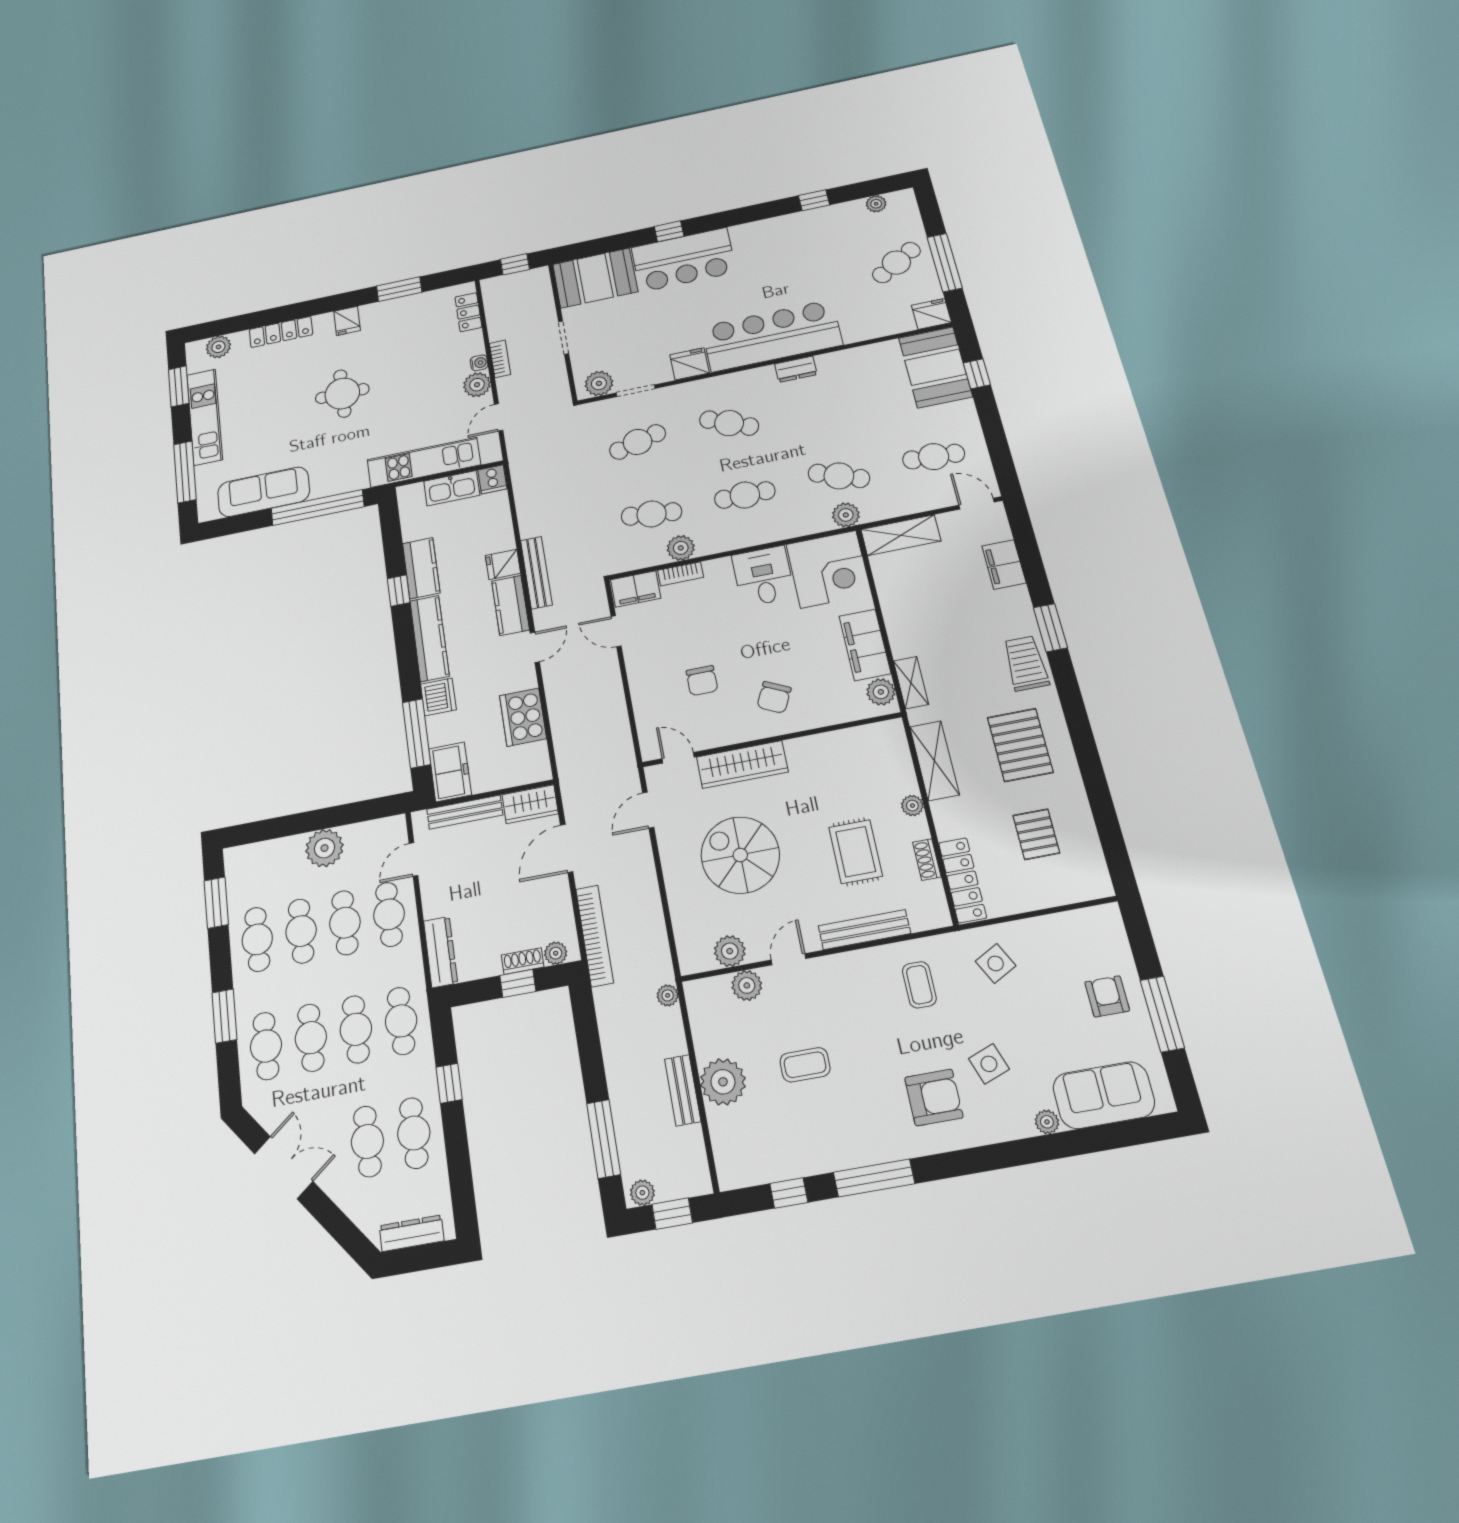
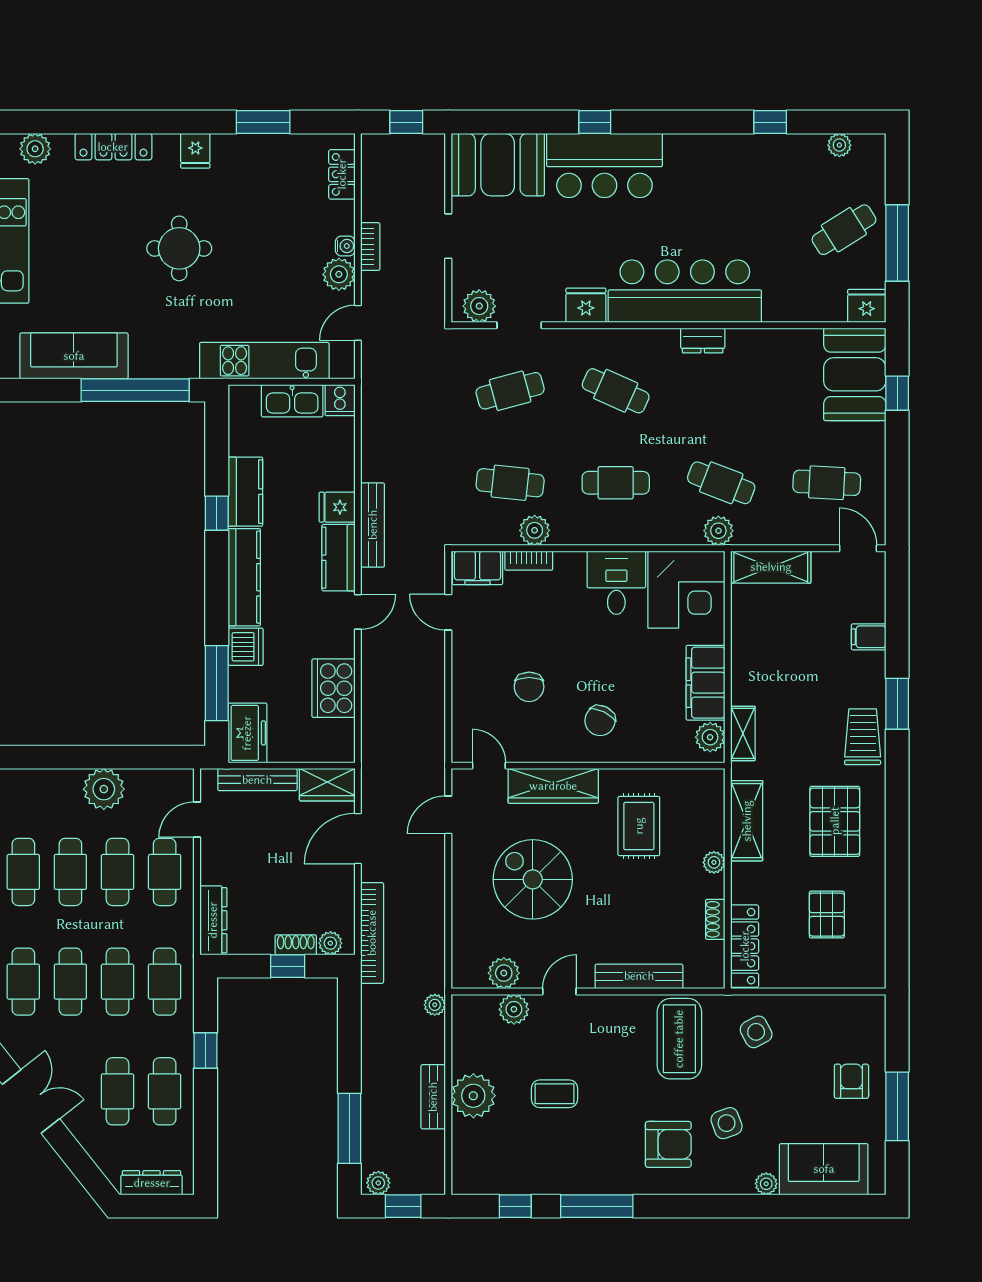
filing cabinet: (1004, 564) -> (869, 637), width x0.50
rug: (856, 852) -> (639, 826), moved
coffee table: (919, 985) -> (679, 1039), width x1.86, depth x1.72

